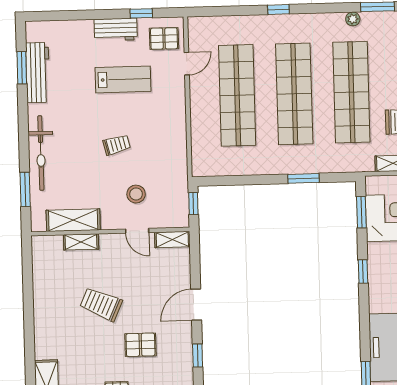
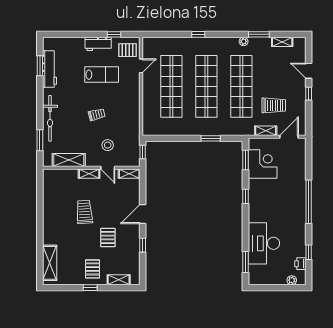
shelving: (81, 242) -> (89, 174), moved
trolley: (101, 304) -> (84, 212), turned 62
pallet: (140, 345) -> (108, 238), turned 90

